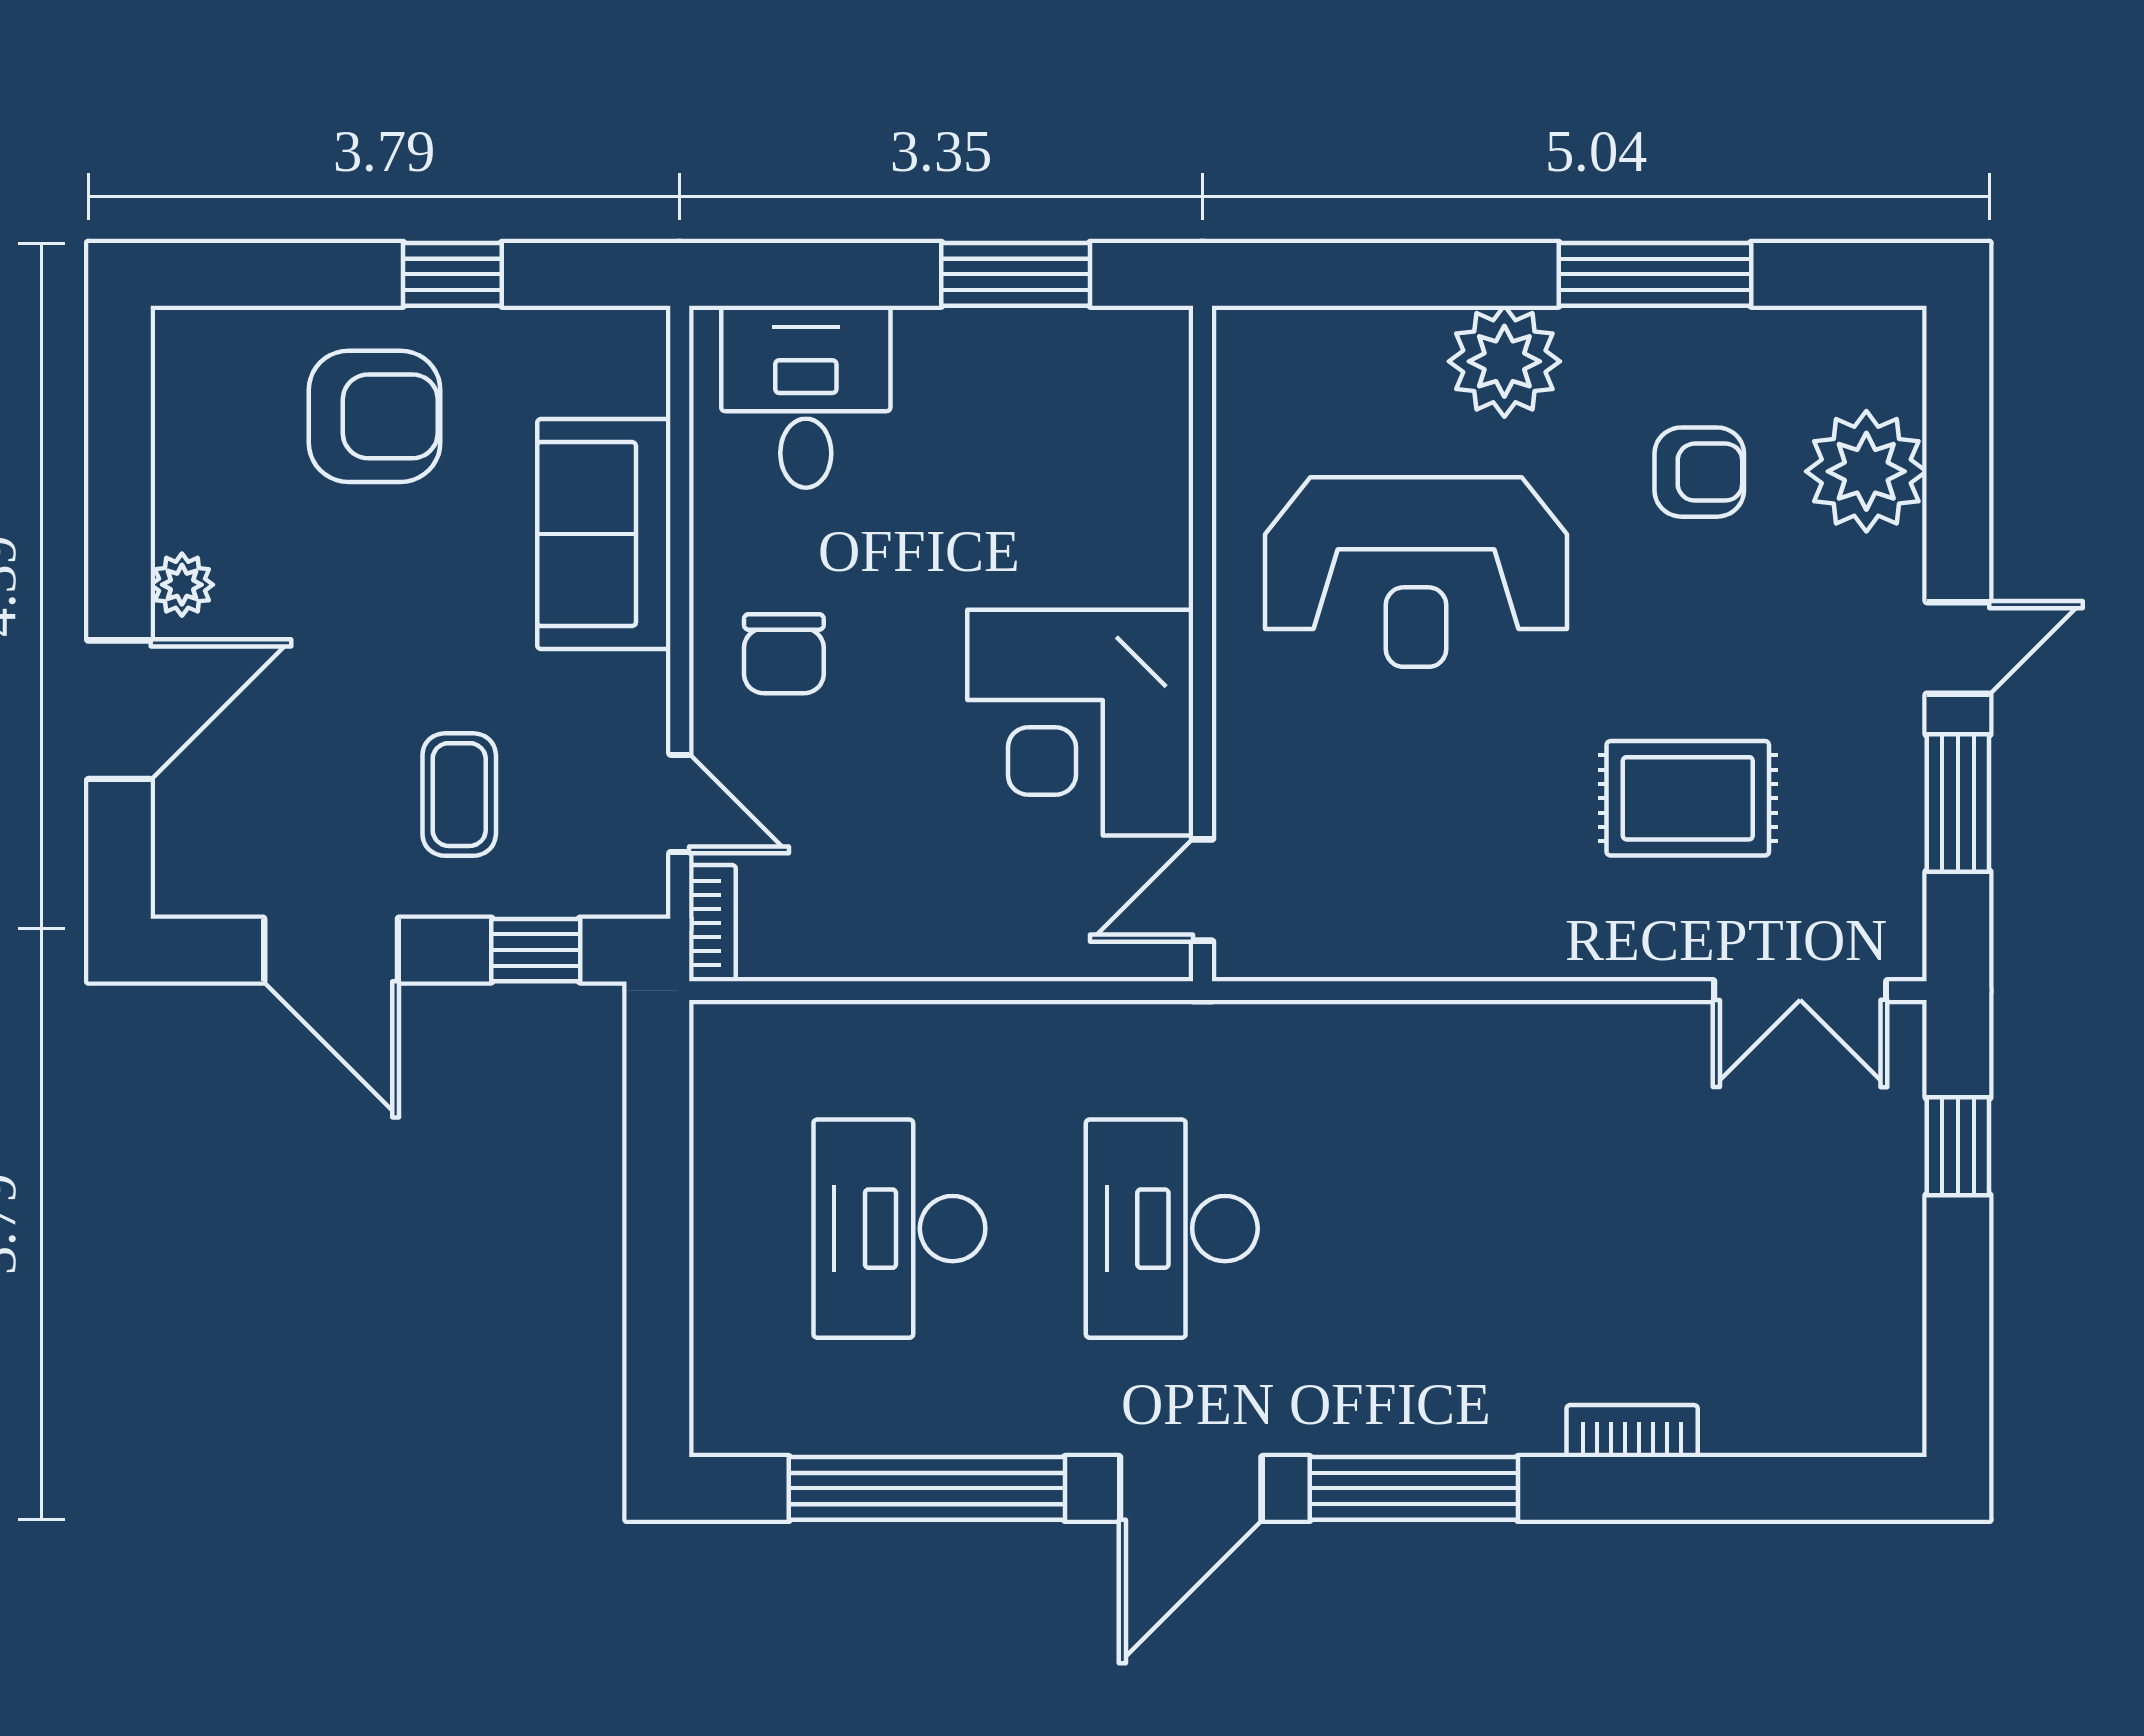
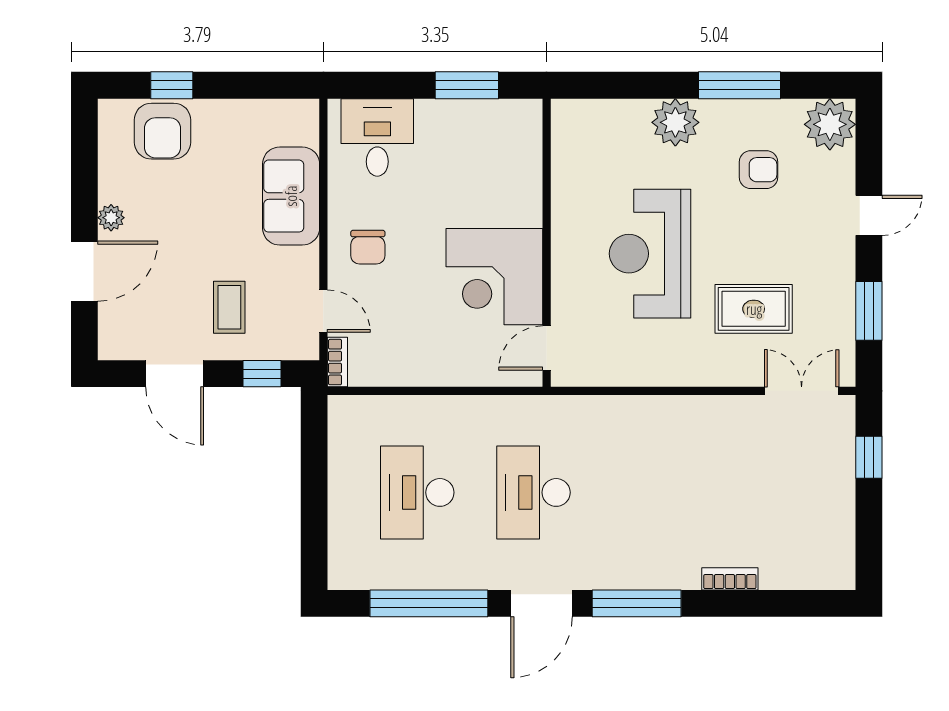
window: (452, 274) -> (172, 85), moved
armchair: (375, 416) -> (163, 131), moved, turned 90
plant: (1866, 471) -> (830, 124), moved
reception desk: (1416, 572) -> (650, 254), moved, turned 90
door: (1958, 648) -> (869, 215), moved
double door: (1800, 991) -> (802, 391), swing flipped

